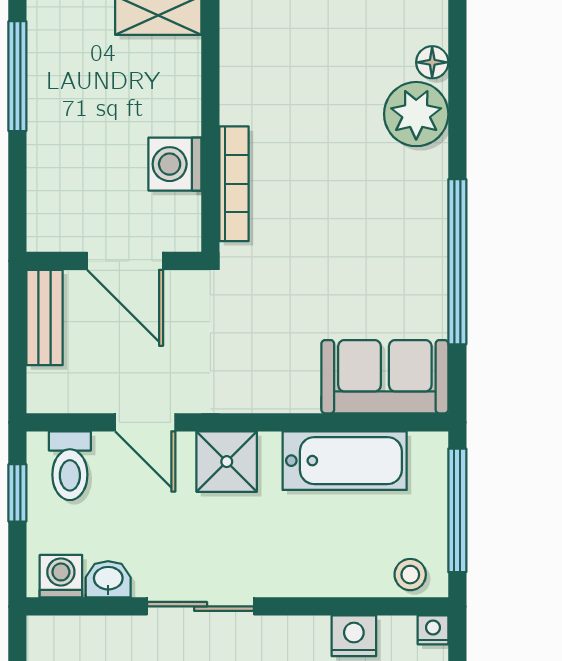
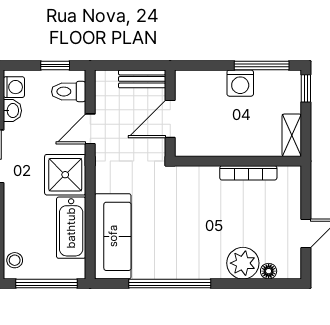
washing machine: (175, 164) -> (240, 83), moved, turned 180
bookcase: (234, 184) -> (248, 173), moved
sofa: (385, 377) -> (113, 236), width x1.36
shower: (227, 462) -> (65, 175), width x1.36, depth x1.36

